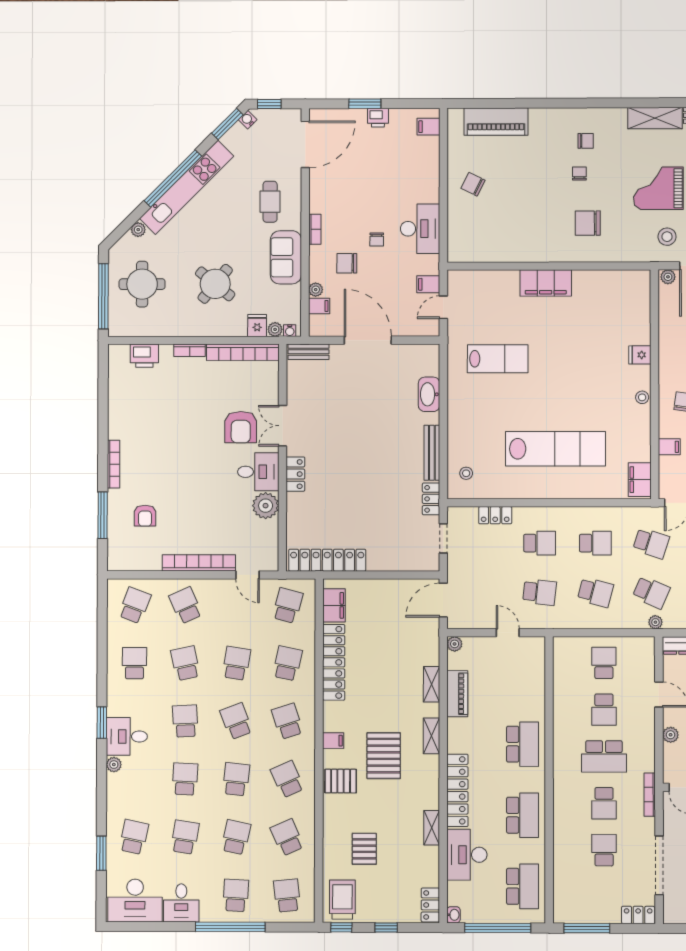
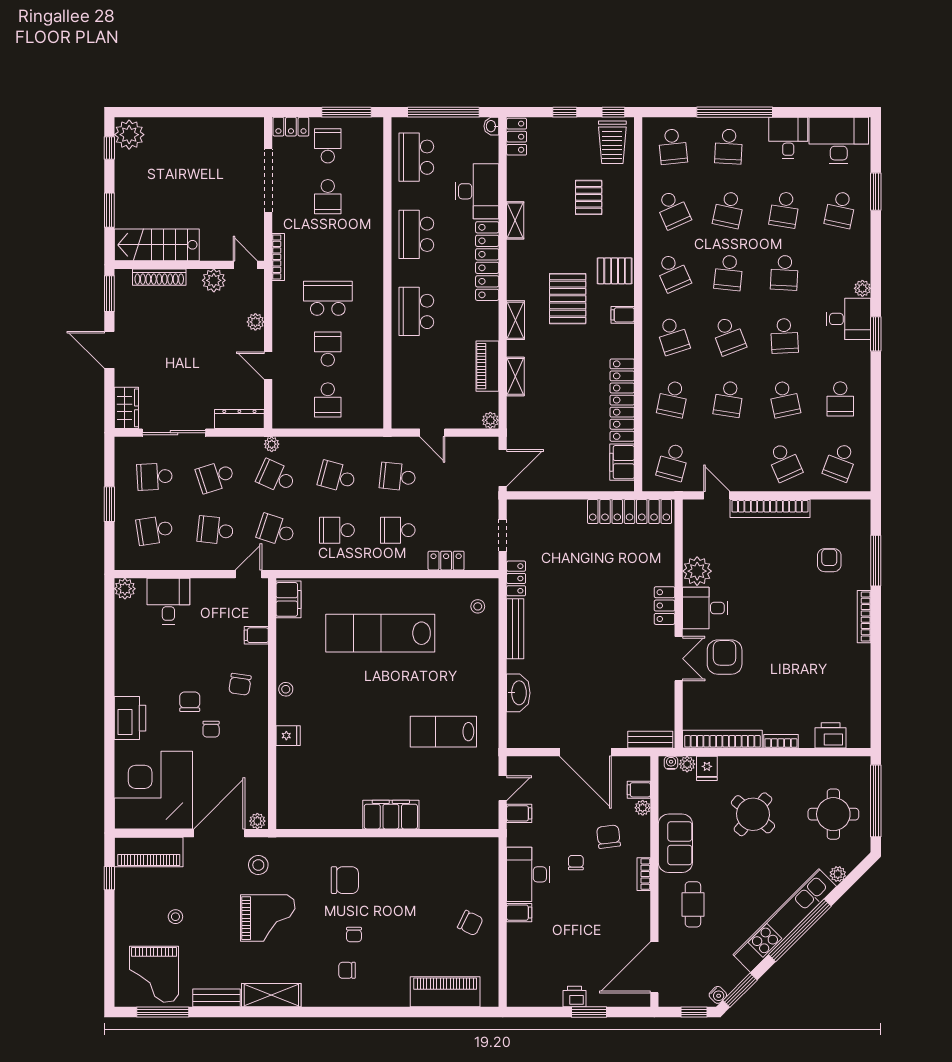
filing cabinet: (428, 127) -> (519, 913), moved
chair: (347, 263) -> (608, 837), turned -97
school desk: (604, 803) -> (328, 146), moved

